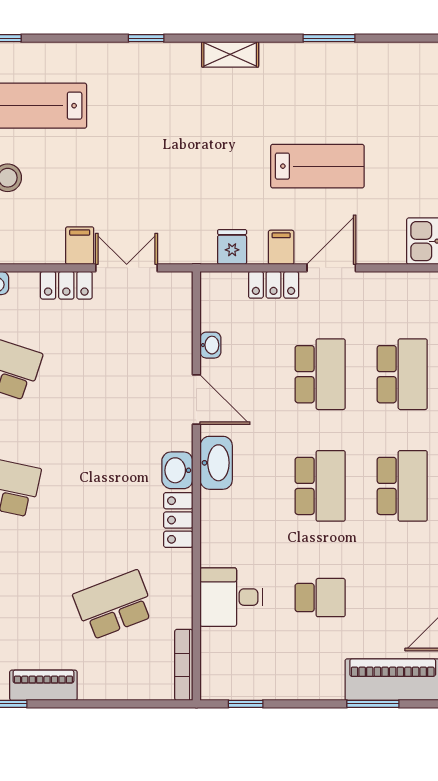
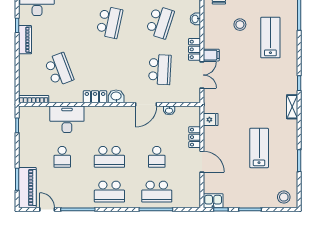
shelving: (230, 54) -> (292, 107), moved
stool: (415, 74) -> (284, 197), added
lab bench: (317, 166) -> (259, 148), moved, turned 180
filing cabinet: (281, 247) -> (210, 140), removed
school desk: (114, 367) -> (160, 70), added
school desk: (320, 374) -> (157, 157), width x0.54
washbasin: (216, 463) -> (119, 113), removed
desk: (231, 597) -> (67, 119), width x1.37

